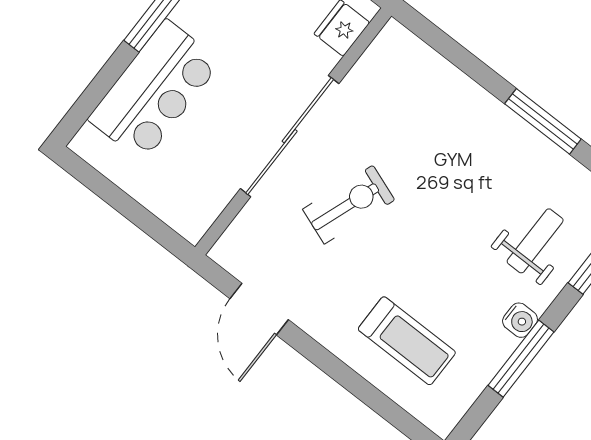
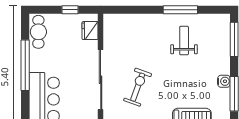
weight bench: (535, 241) -> (184, 41), moved

